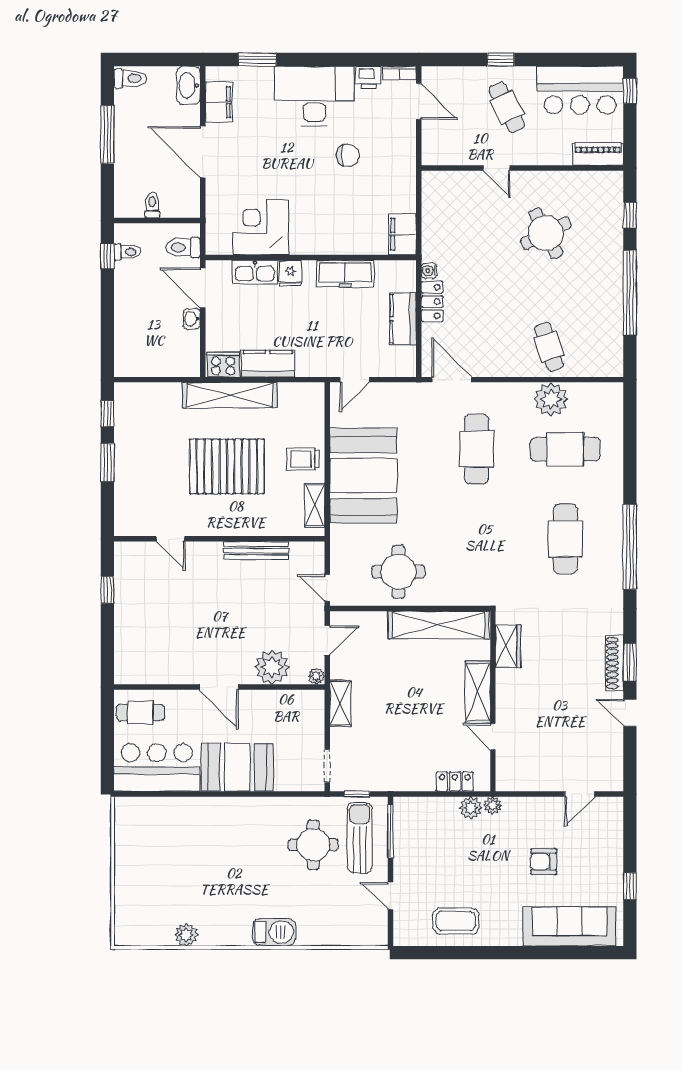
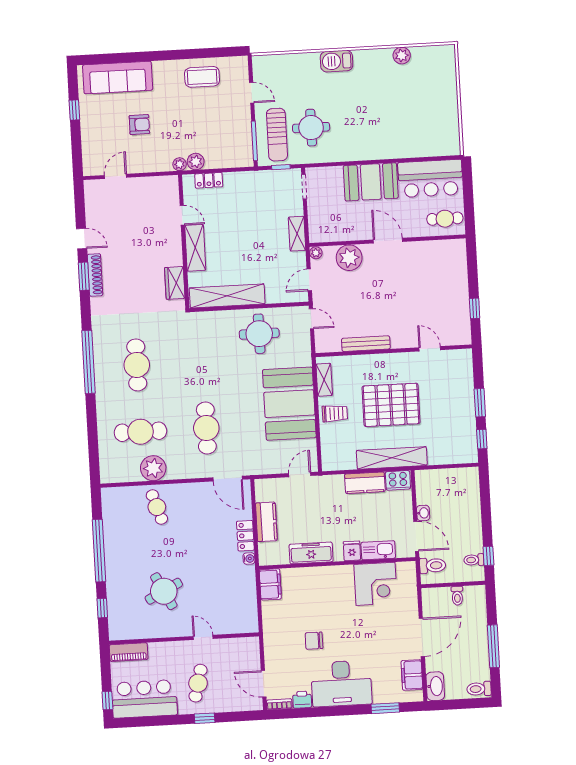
cafe table: (507, 107) -> (198, 683), turned 40
door: (203, 152) -> (422, 637), hinge flipped

